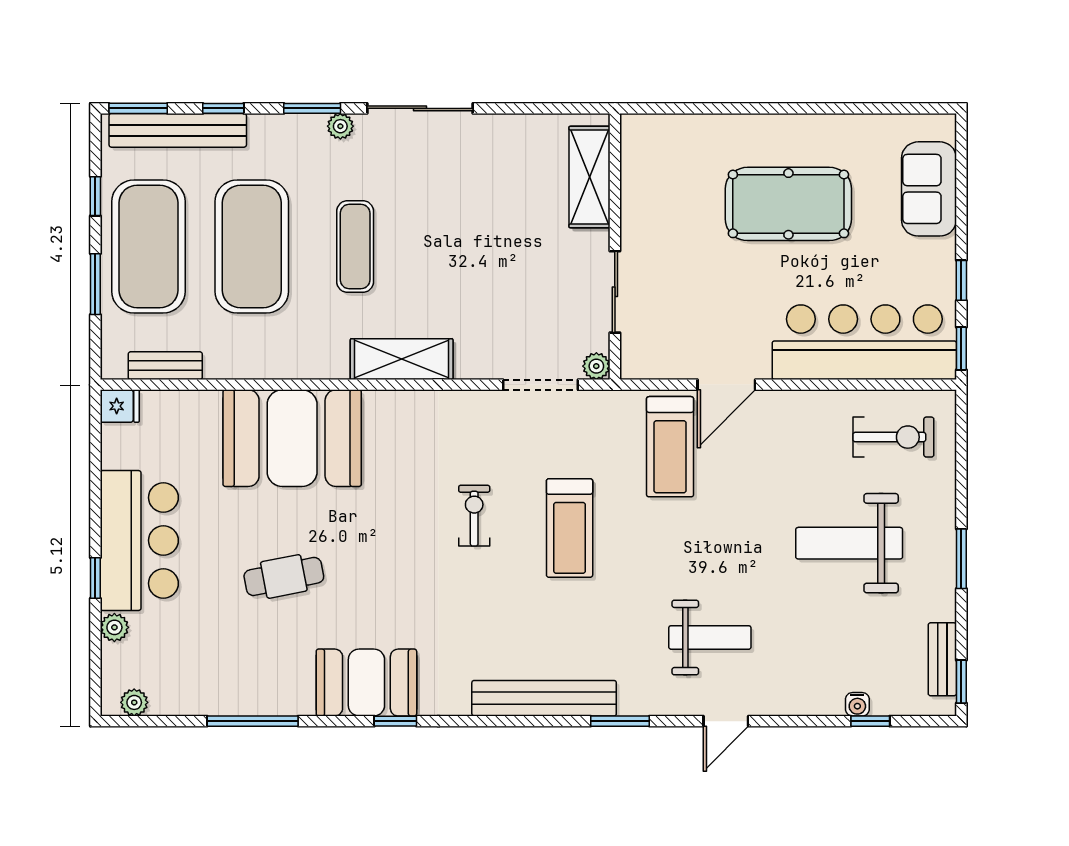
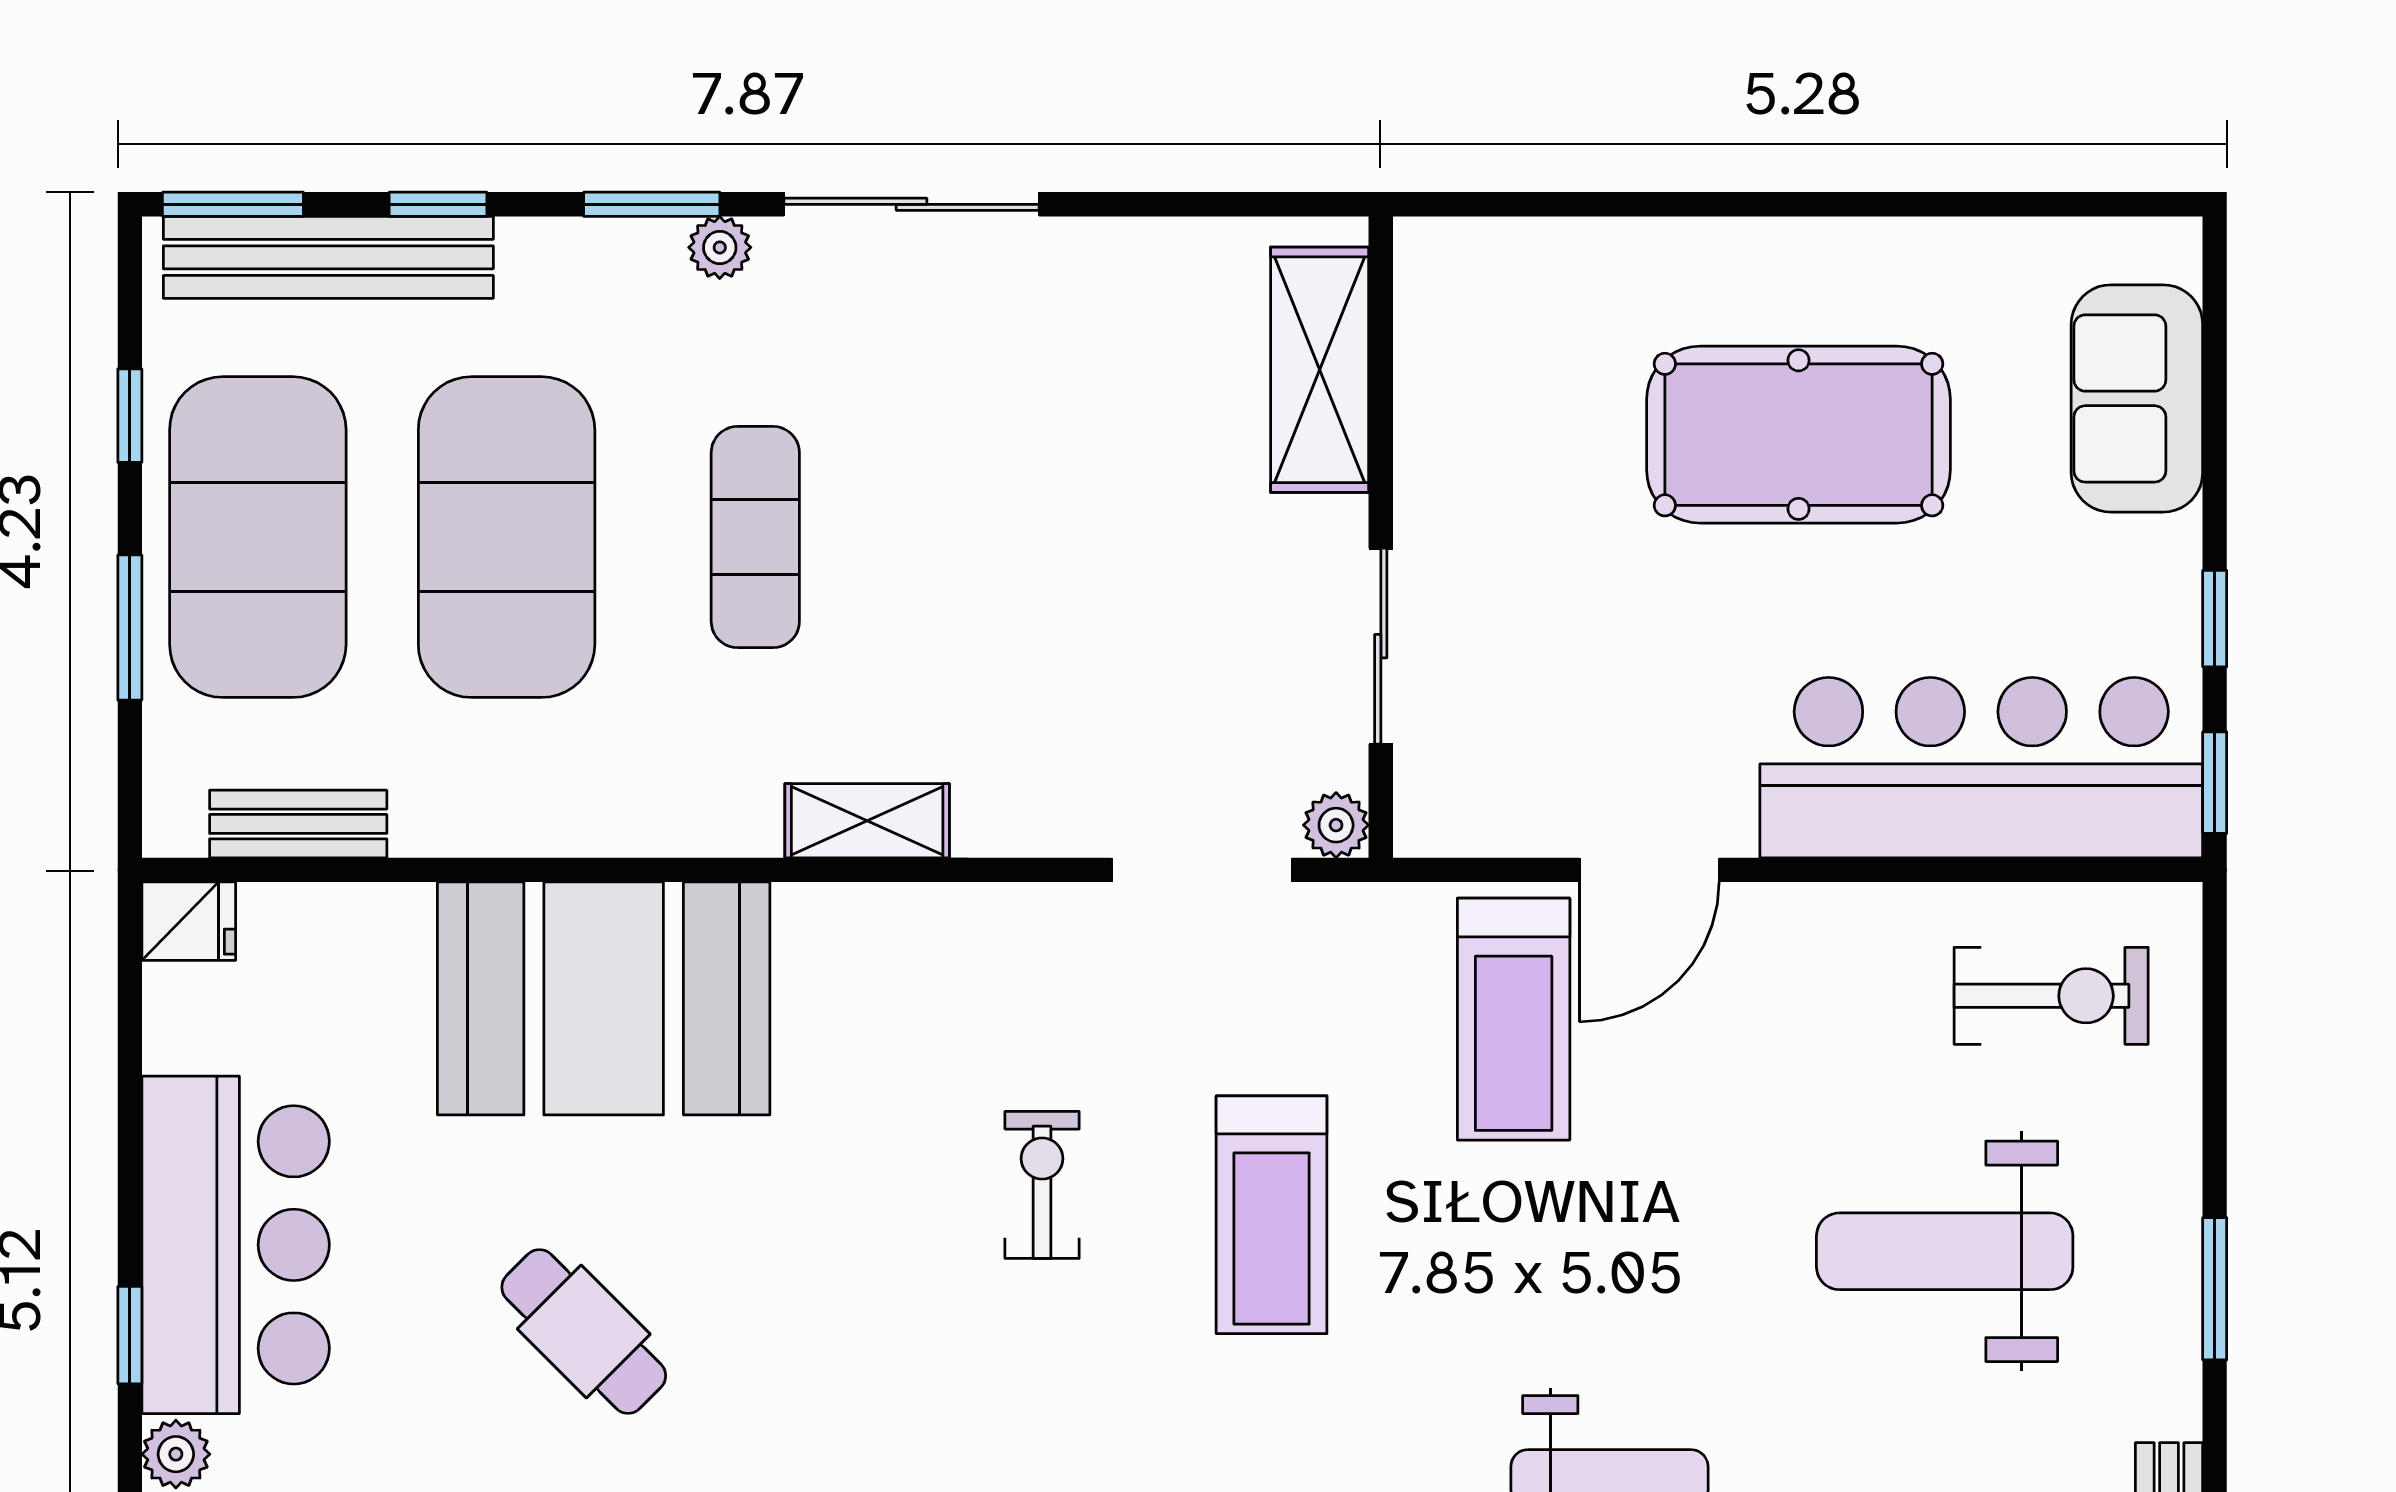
shelving: (402, 359) -> (867, 821), width x0.67, depth x0.75
cafe table: (284, 576) -> (584, 1331), turned 56

